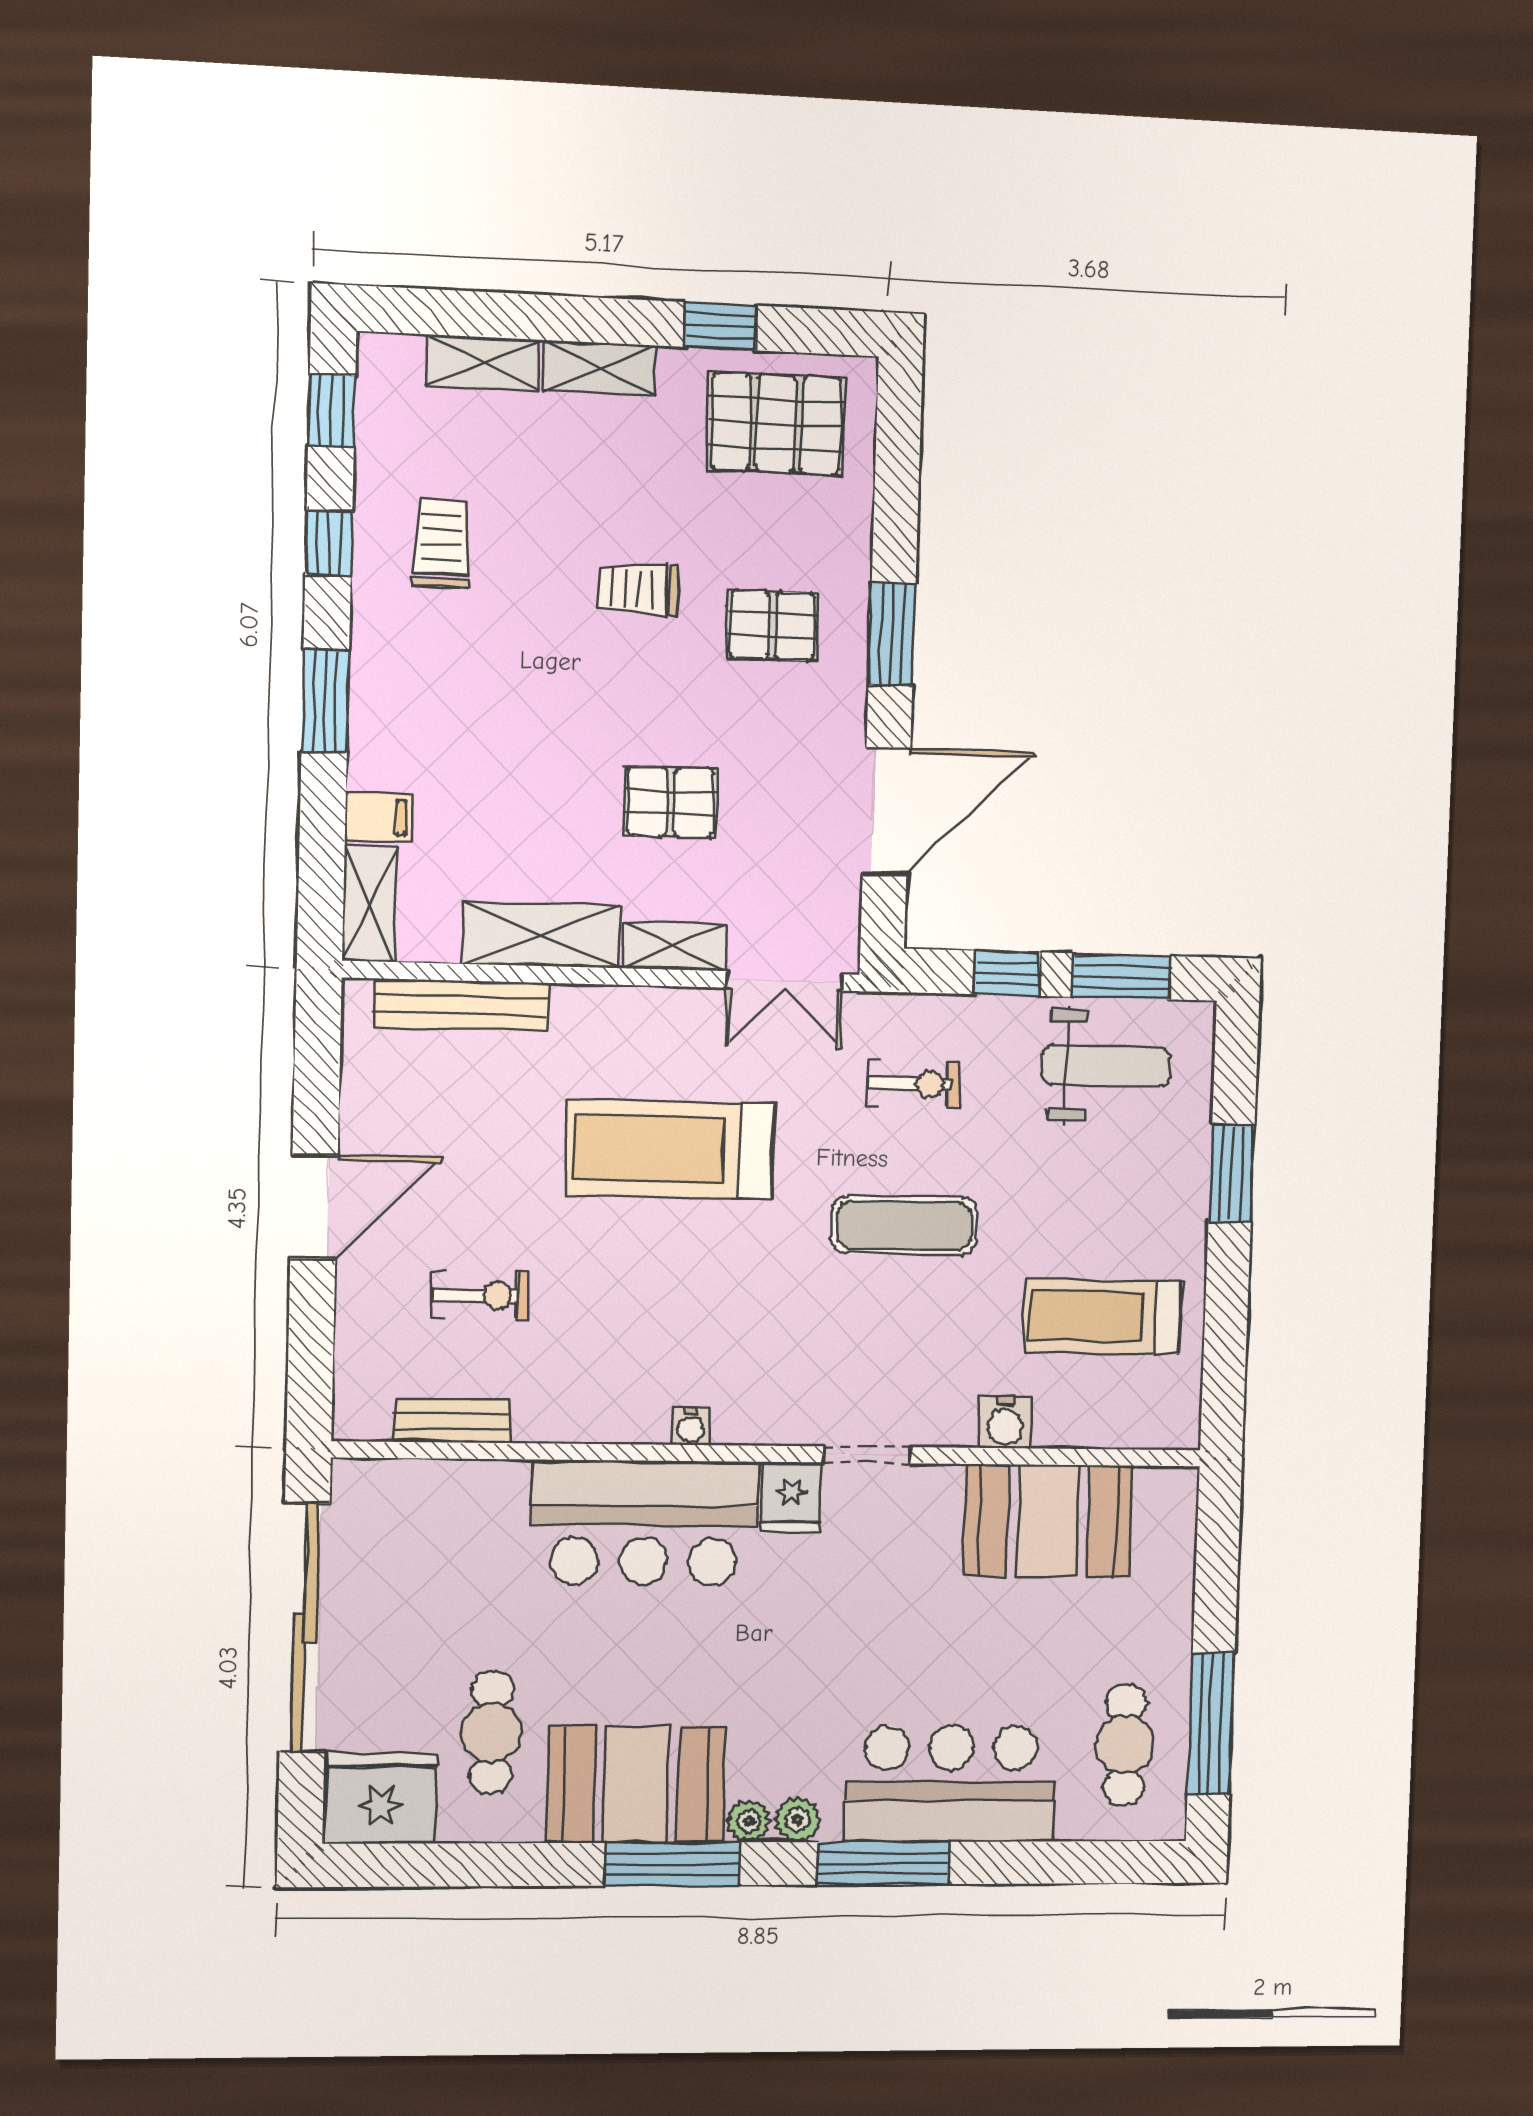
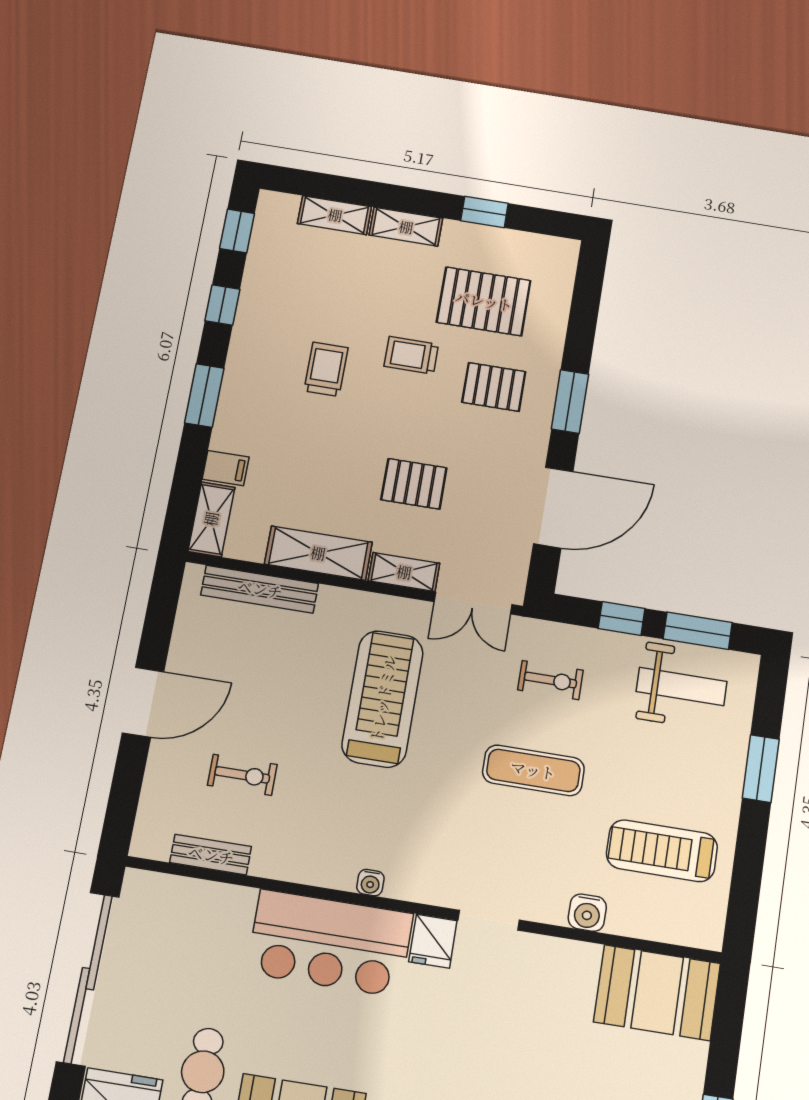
pallet: (776, 424) -> (484, 301), moved
trolley: (442, 544) -> (326, 369), moved
treadmill: (670, 1149) -> (383, 699), turned 90
booth: (1048, 1521) -> (657, 993), moved

